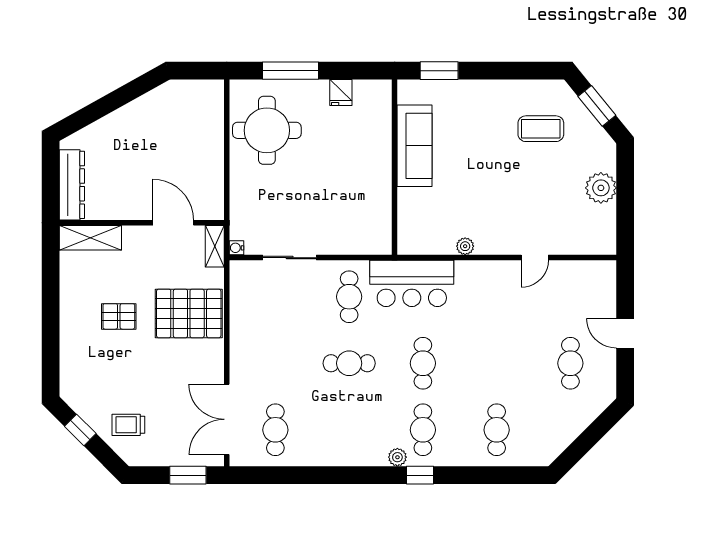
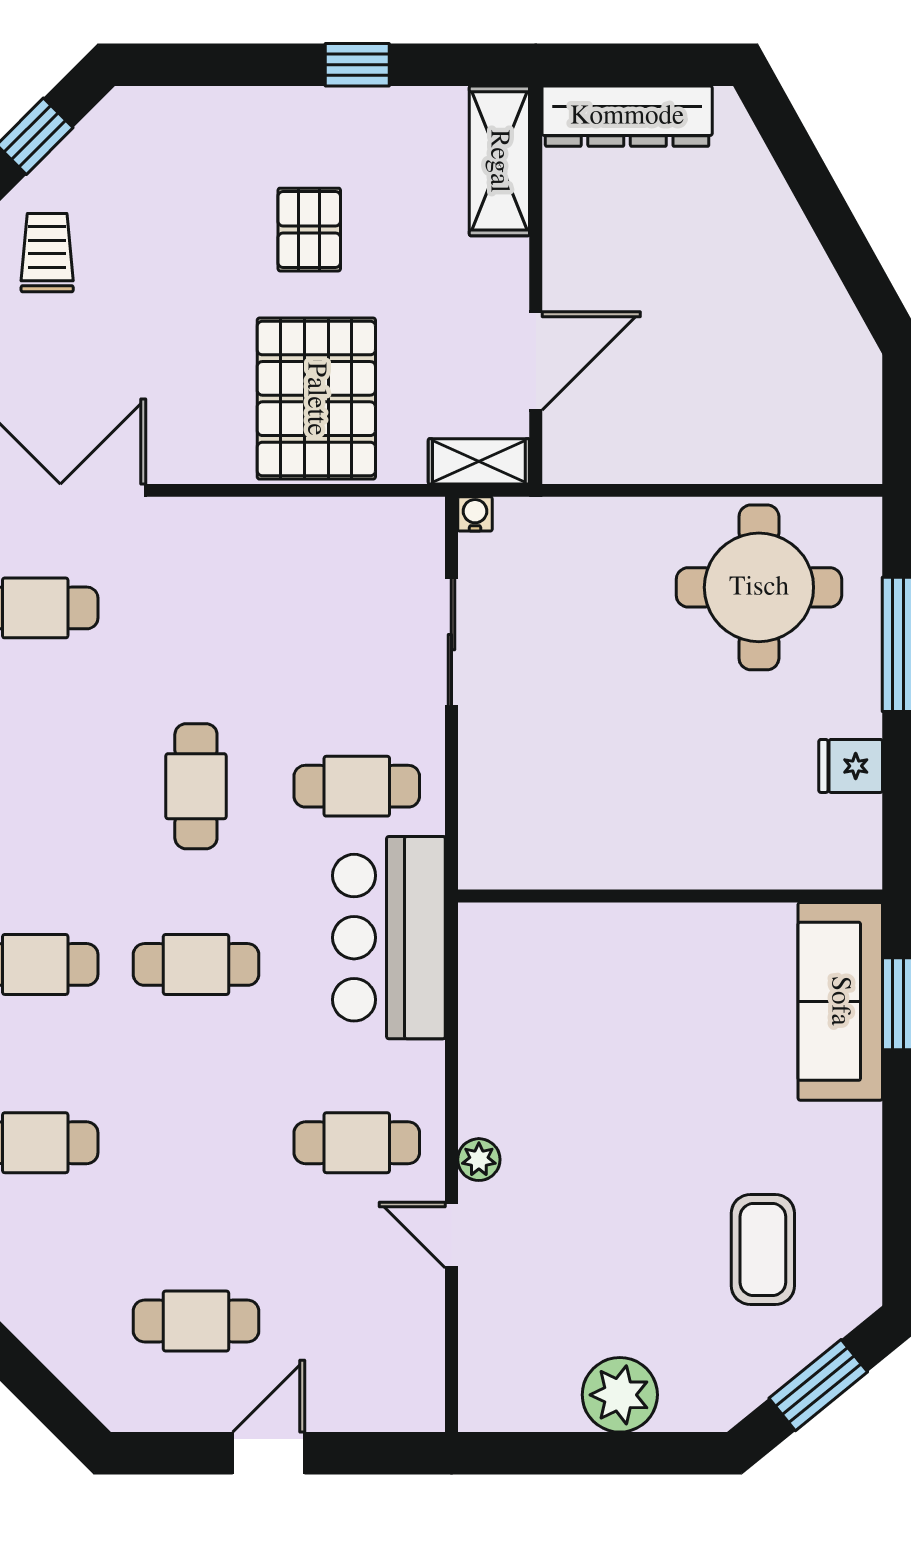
sofa: (415, 146) -> (840, 1001), moved, turned 90
plant: (465, 246) -> (479, 1160), moved
window: (51, 297) -> (357, 65), added
cafe table: (497, 297) -> (357, 1143), added

